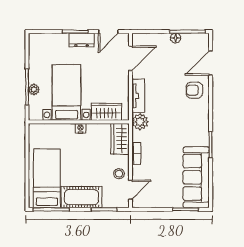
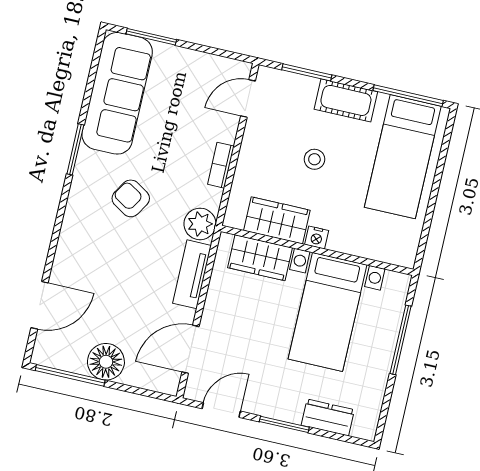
floor lamp: (176, 38) -> (106, 362), width x1.89, depth x1.89
dresser: (82, 40) -> (328, 417), moved
plant: (34, 89) -> (389, 332), removed
armchair: (194, 90) -> (131, 198), moved, turned -148
wardrobe: (120, 139) -> (277, 220), moved, turned -90
stool: (119, 174) -> (314, 159), moved
cot: (81, 197) -> (346, 100), width x0.73, depth x0.75

